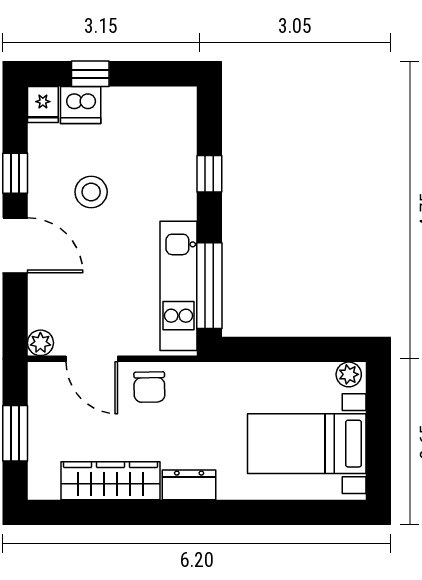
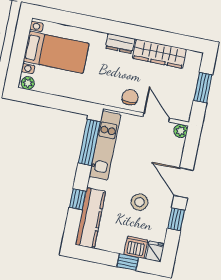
kitchen counter: (178, 143) -> (90, 218), added

